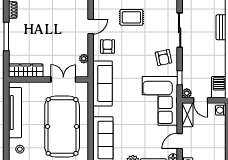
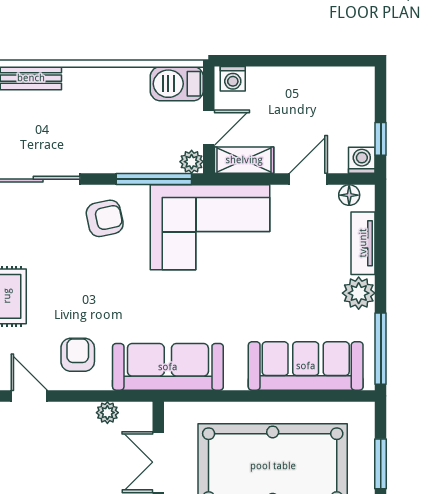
armchair: (108, 46) -> (78, 355), turned 90
window: (180, 78) -> (154, 179), width x2.17
door: (180, 141) -> (308, 179), swing flipped

